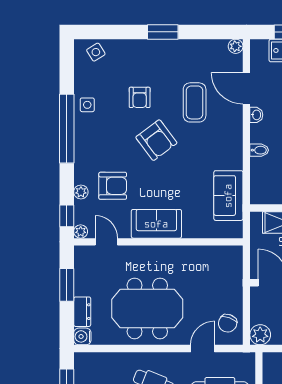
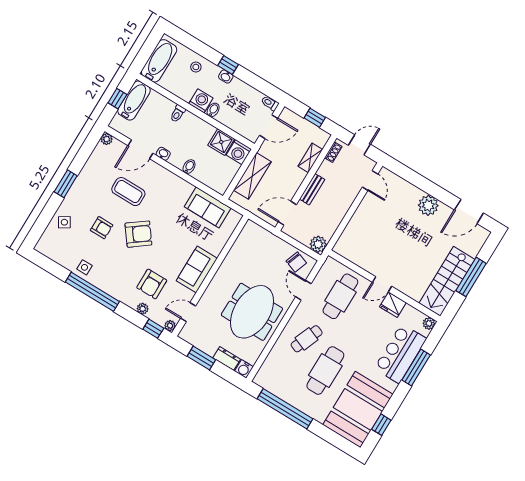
side table: (96, 52) -> (64, 222), moved
armchair: (113, 186) -> (152, 284), turned 180

